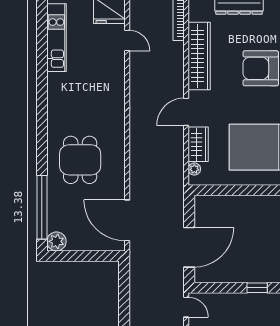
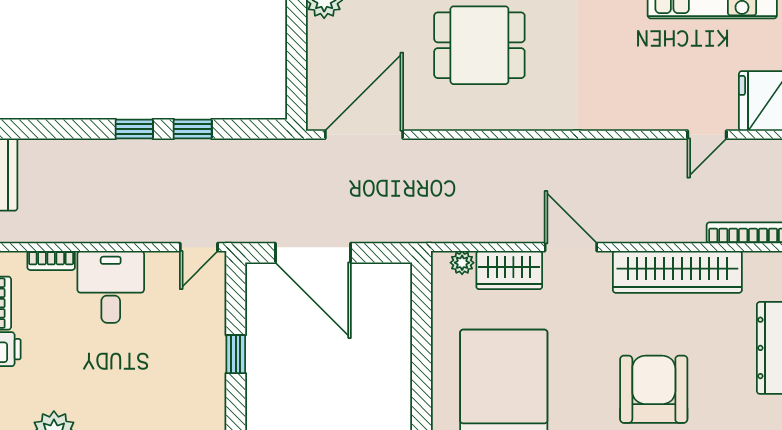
window: (257, 288) -> (236, 354), moved
window: (124, 310) -> (193, 129), added

